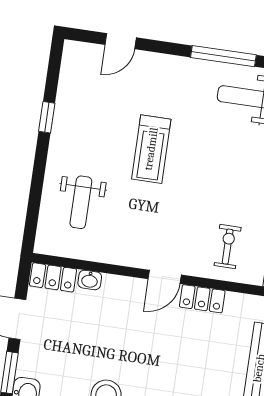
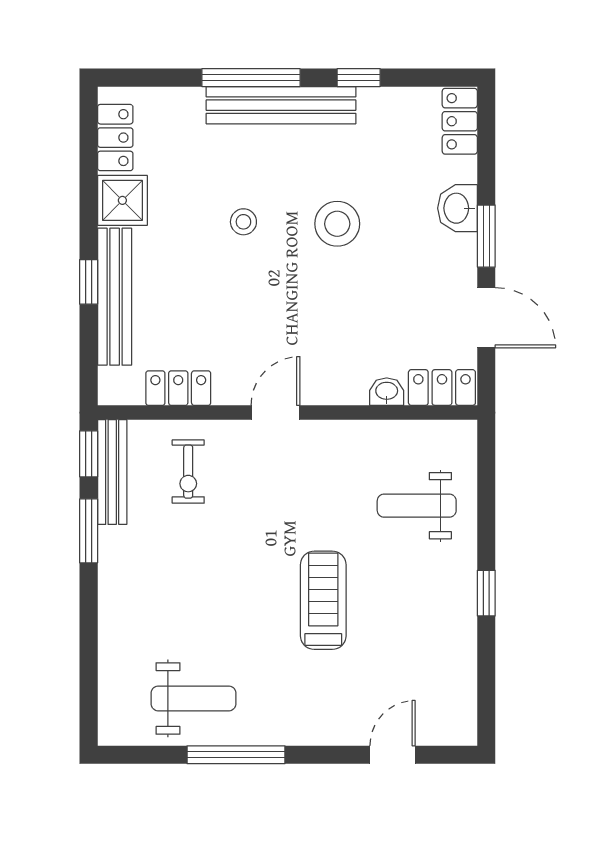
window: (47, 117) -> (486, 593), moved
weight bench: (81, 202) -> (417, 506), turned -90
locker: (202, 299) -> (178, 388), moved

